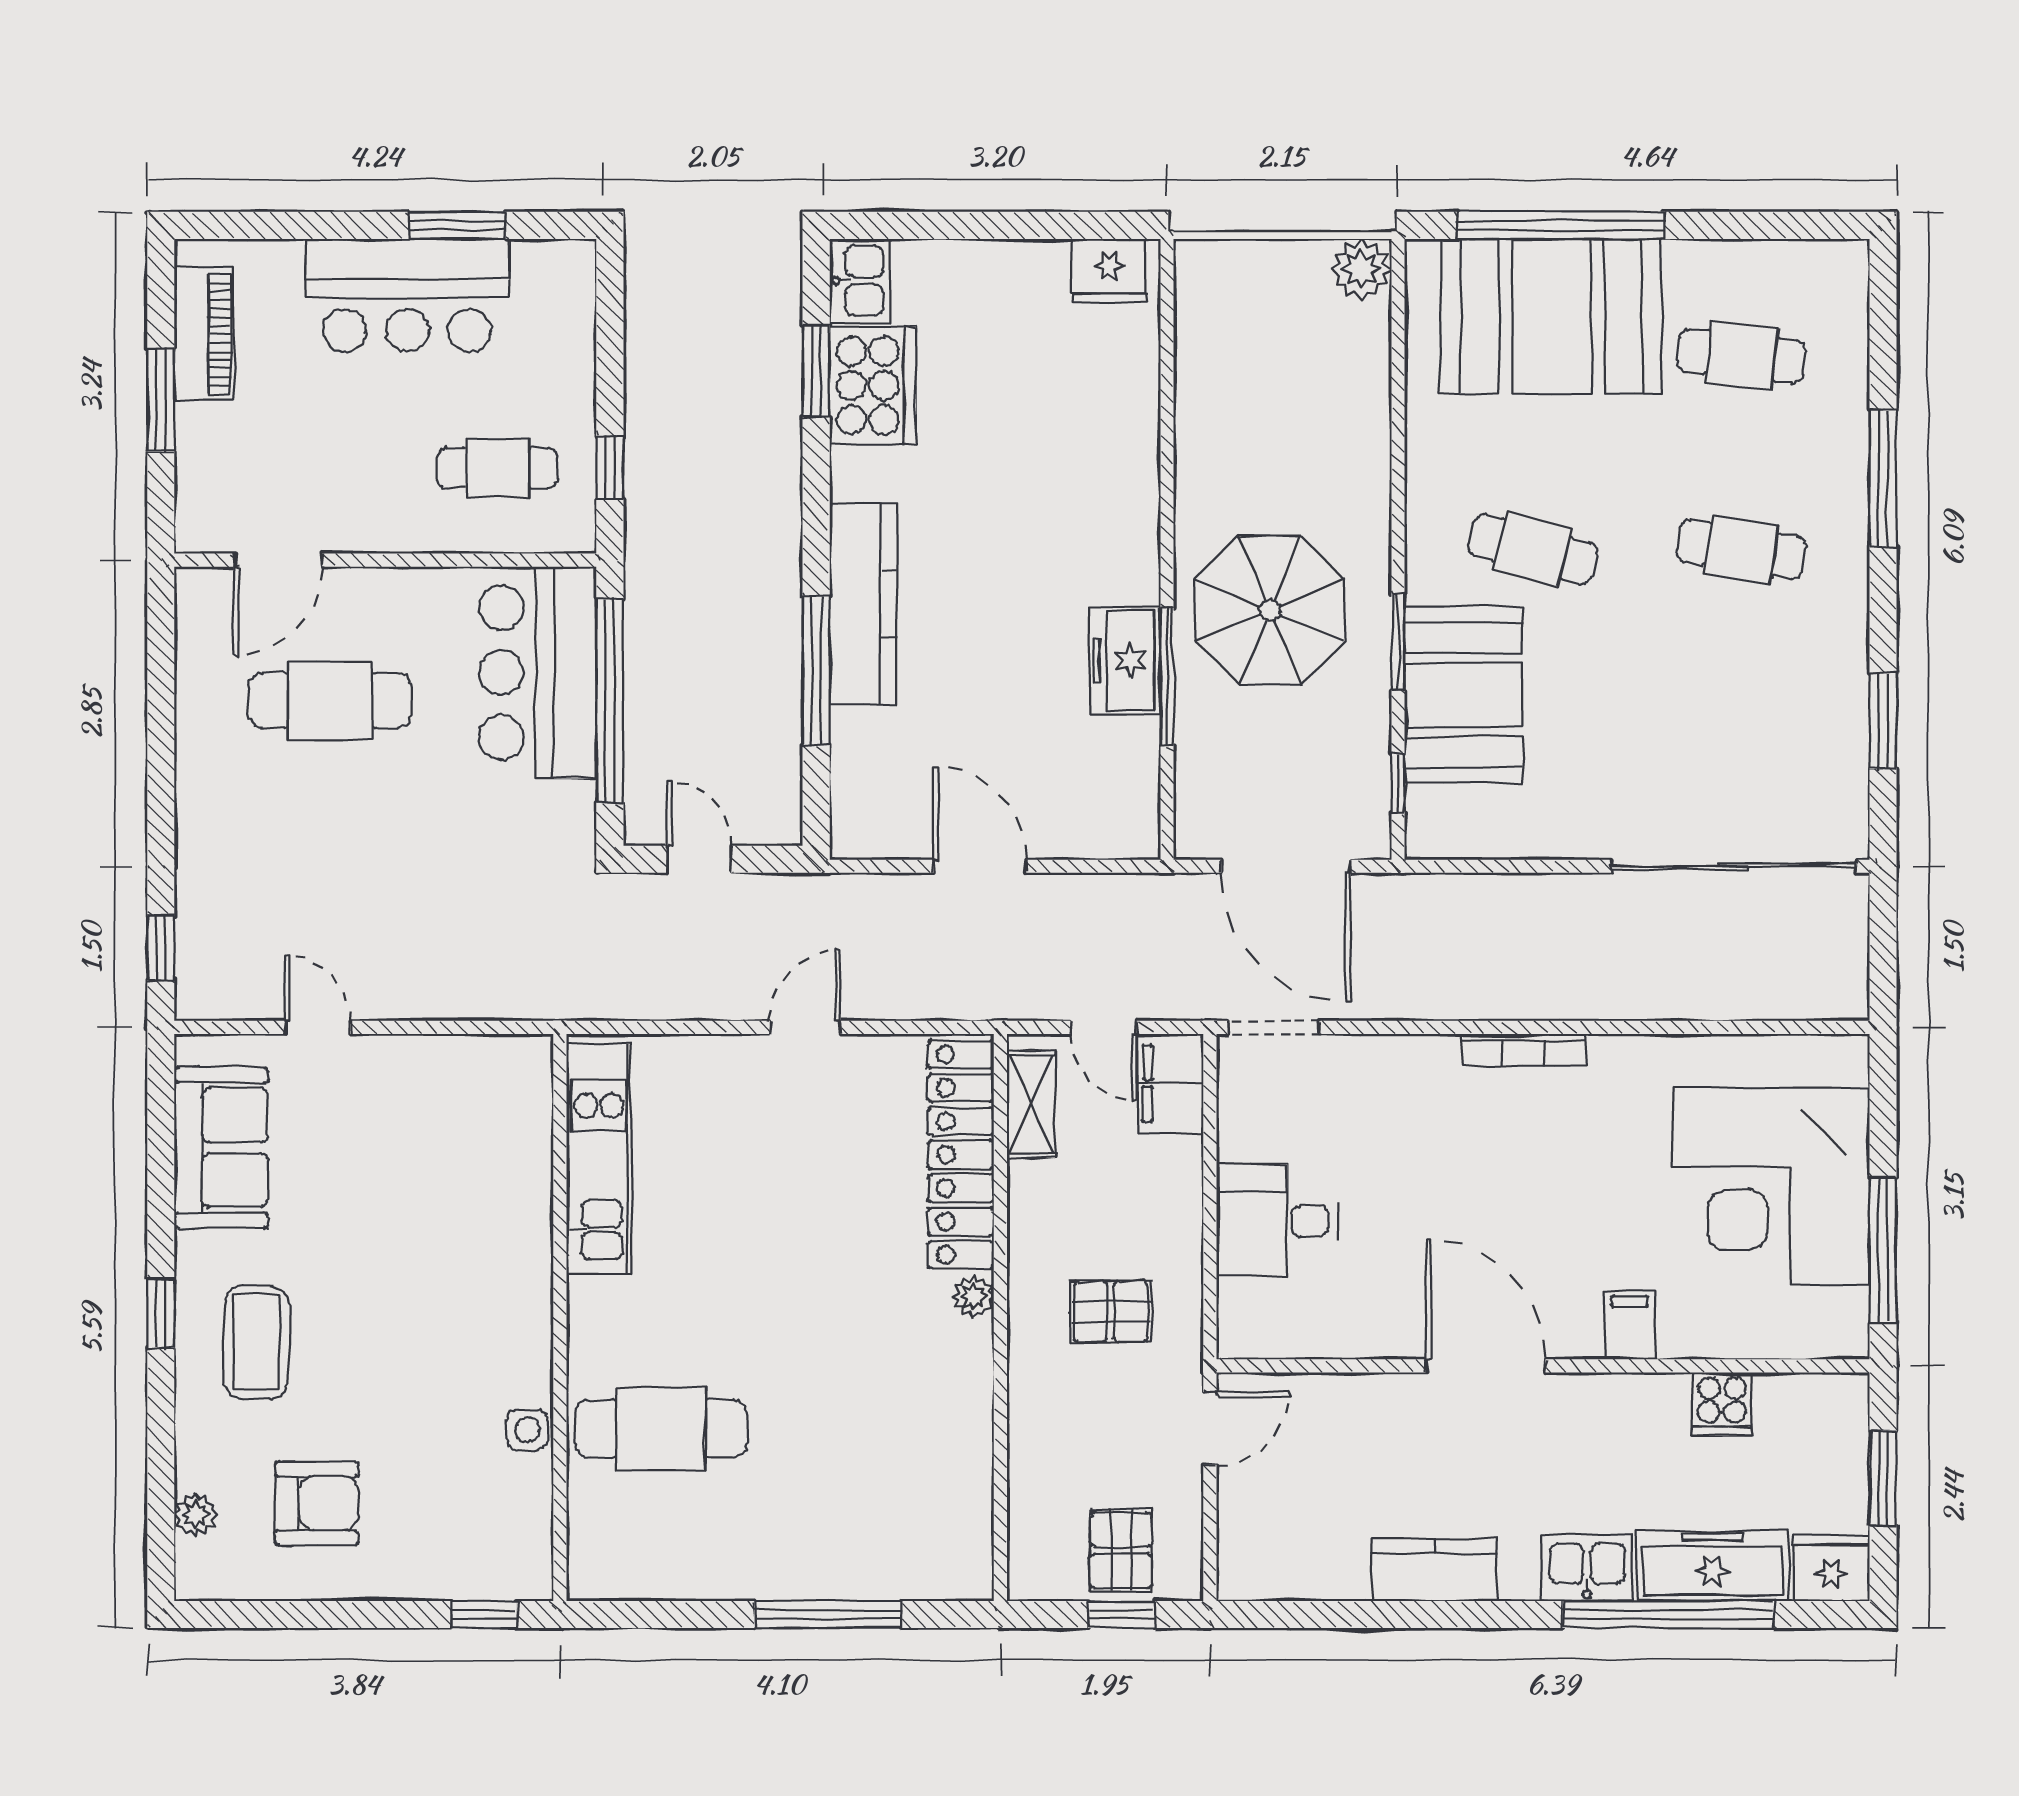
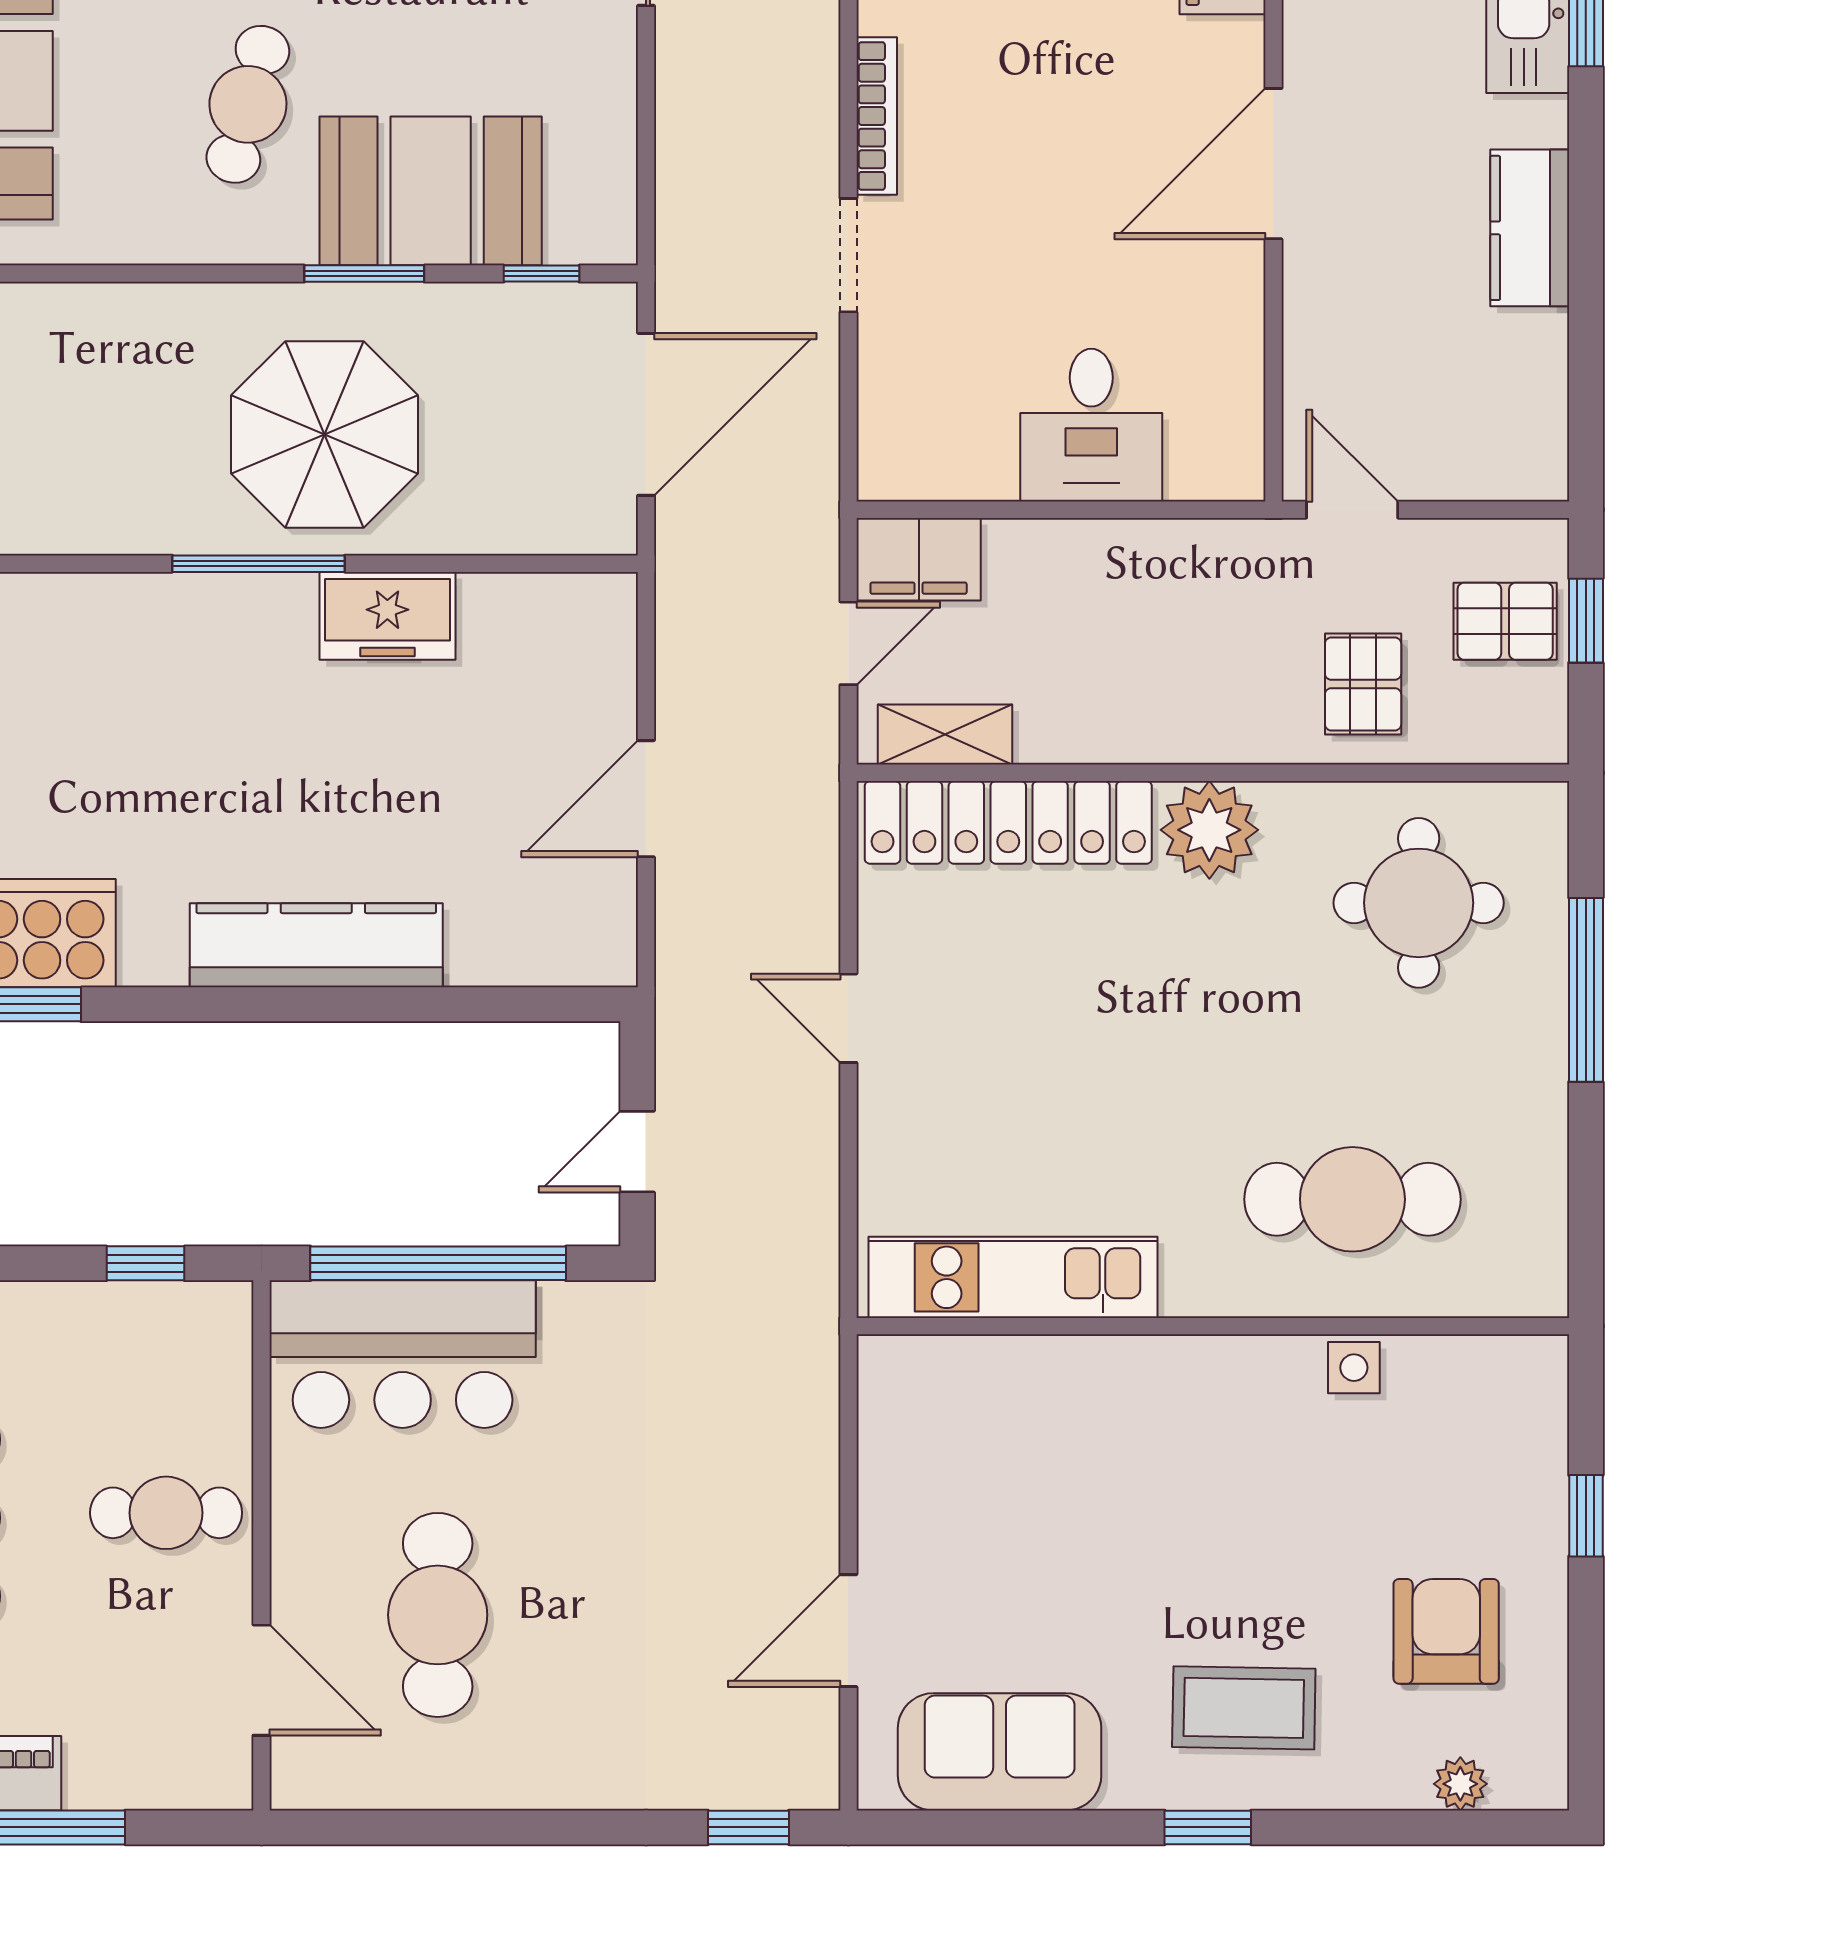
cafe table: (497, 468) -> (166, 1513), moved, turned 90
window: (816, 671) -> (400, 1004), removed
window: (1167, 677) -> (259, 564), moved
door: (317, 1027) -> (848, 1631), width x1.38
doorway: (1274, 1027) -> (848, 255), moved
plant: (973, 1297) -> (1209, 830), width x1.88, depth x1.88
pallet: (1111, 1312) -> (1363, 684), moved
cafe table: (661, 1429) -> (1352, 1199), turned 90
round table: (897, 1481) -> (1419, 903), added
window: (484, 1615) -> (1586, 1516), moved

